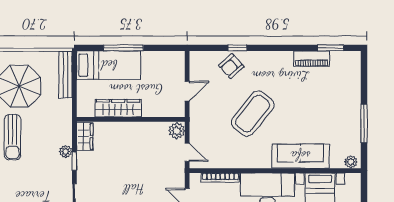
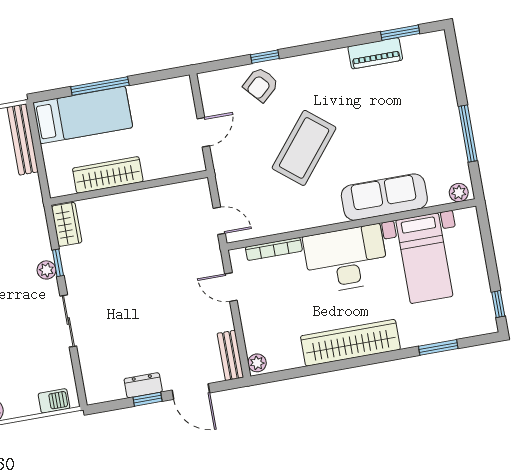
plant: (177, 131) -> (199, 192), removed
plant: (66, 152) -> (46, 270), moved

